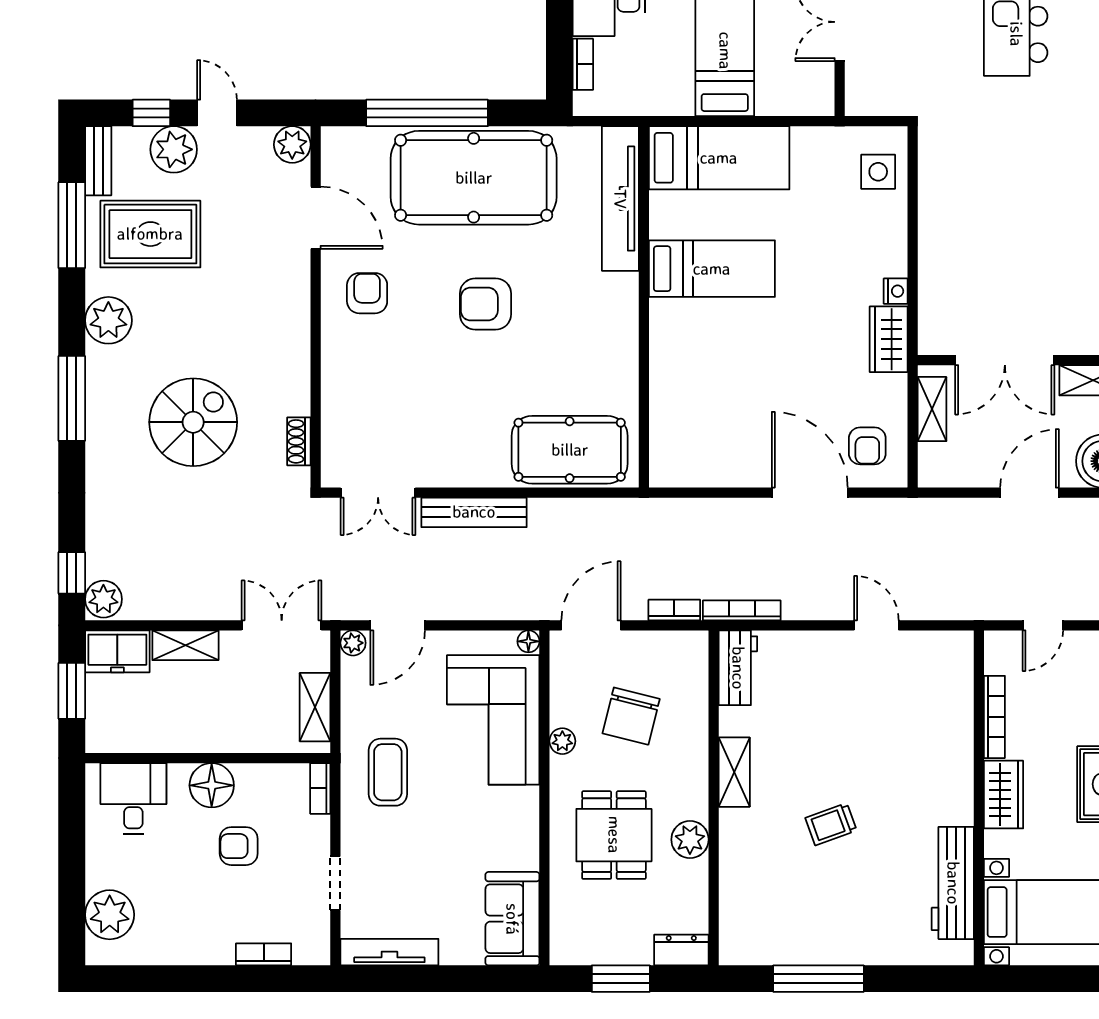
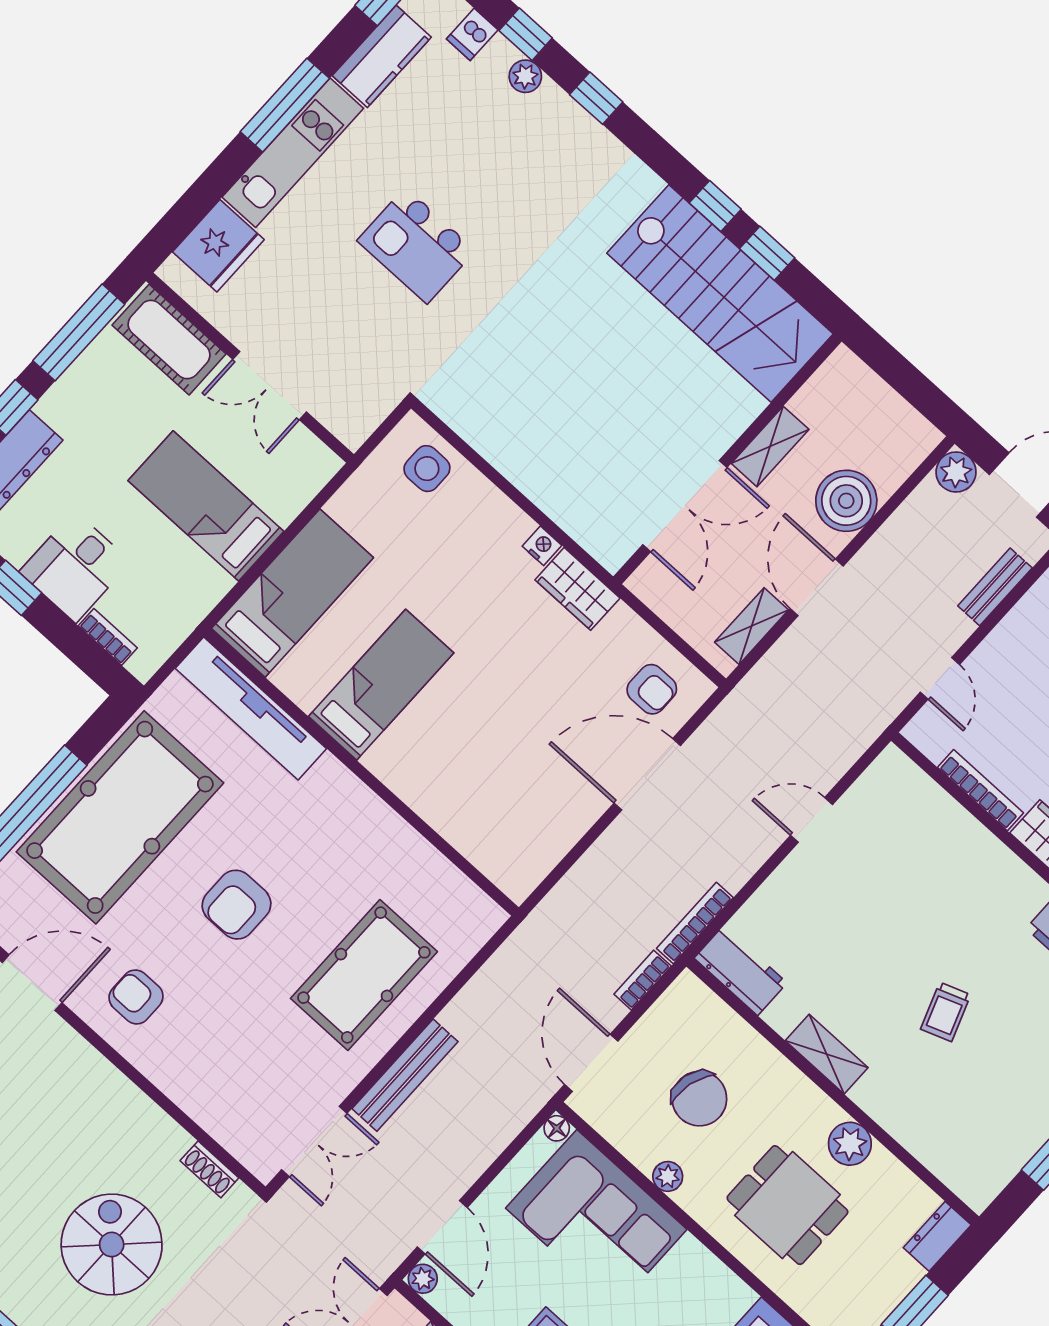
shelving: (932, 409) -> (752, 626), moved, turned 90
pool table: (570, 450) -> (364, 975), moved

